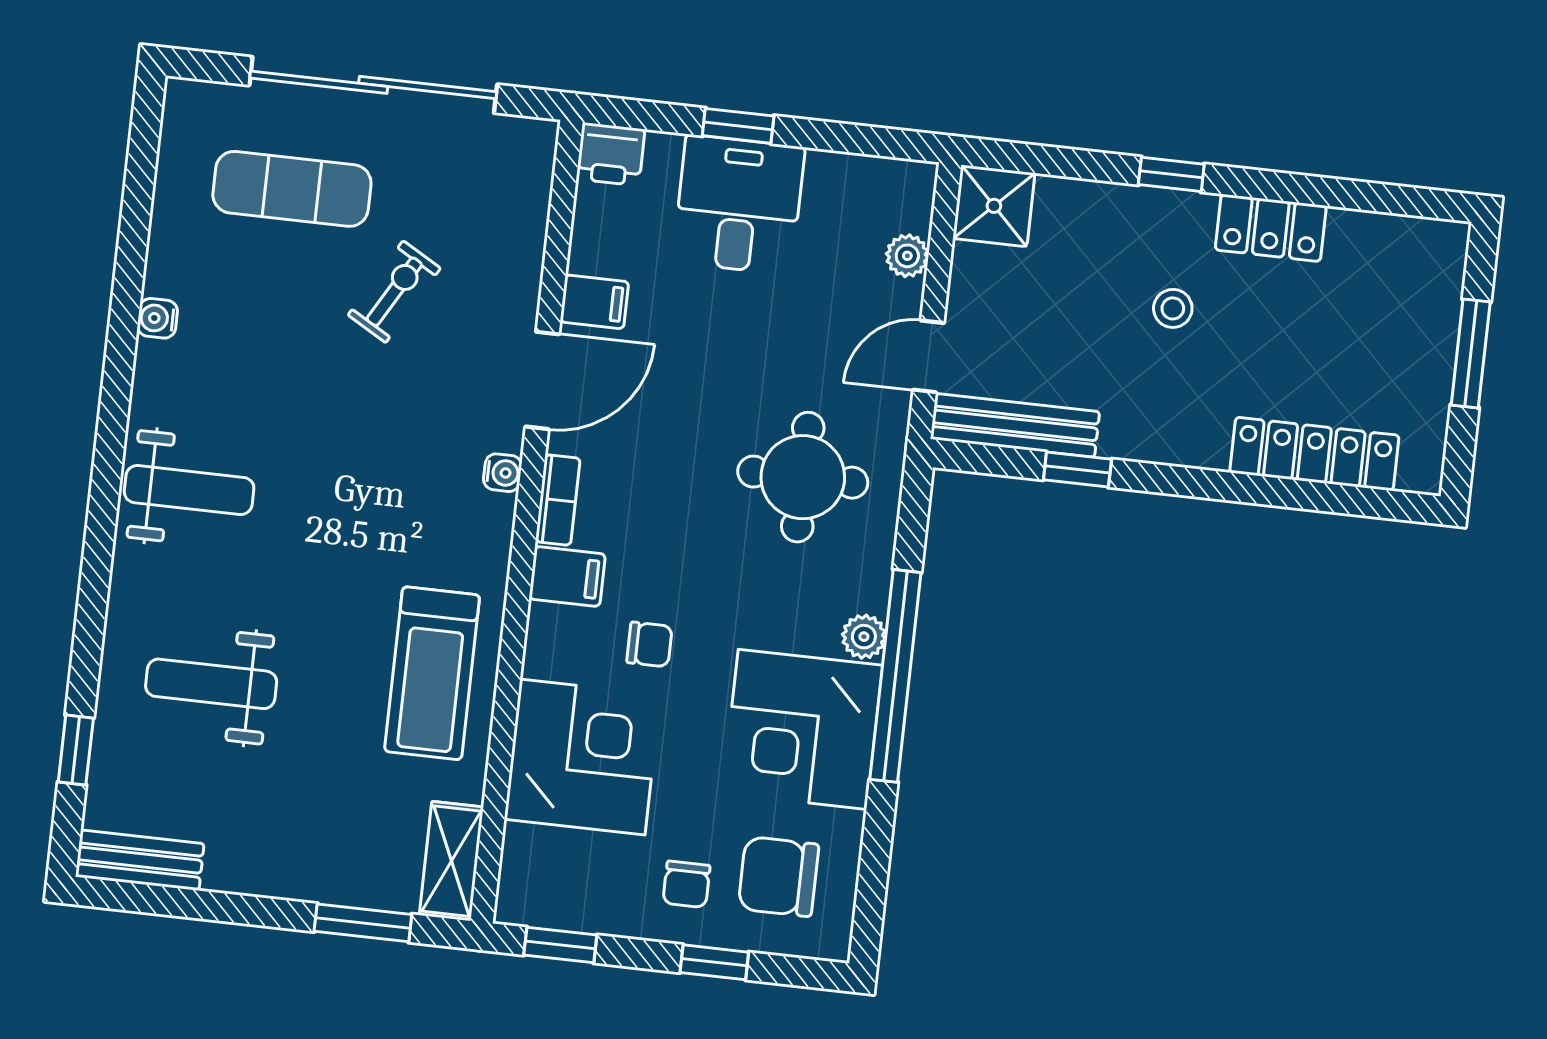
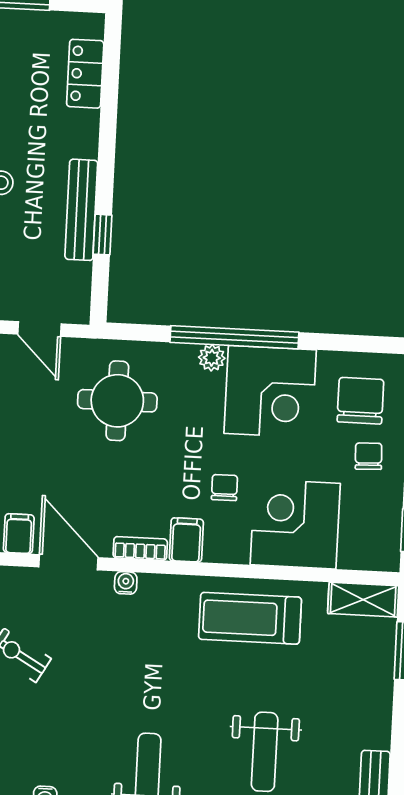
bench: (1015, 425) -> (81, 210), moved
locker: (1314, 454) -> (85, 74), width x0.66
treadmill: (432, 673) -> (250, 618), turned 180
chair: (778, 877) -> (360, 401), turned 180
chair: (686, 884) -> (369, 456), turned -92

